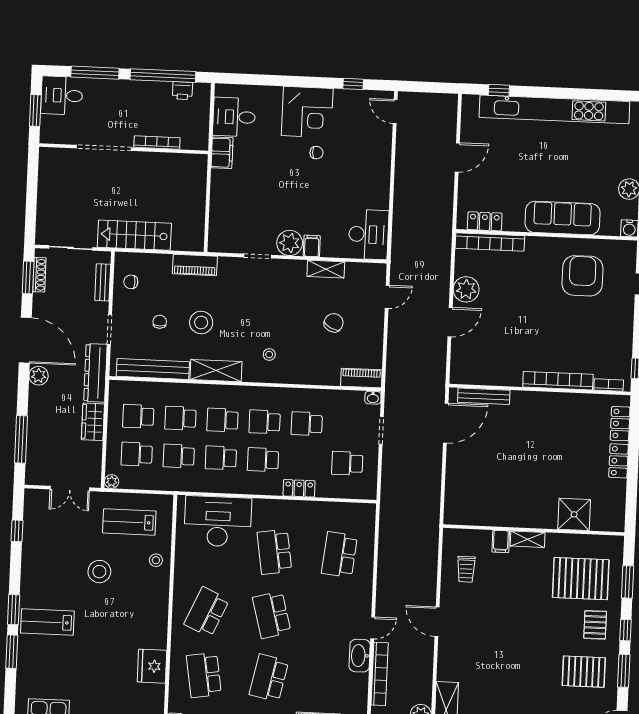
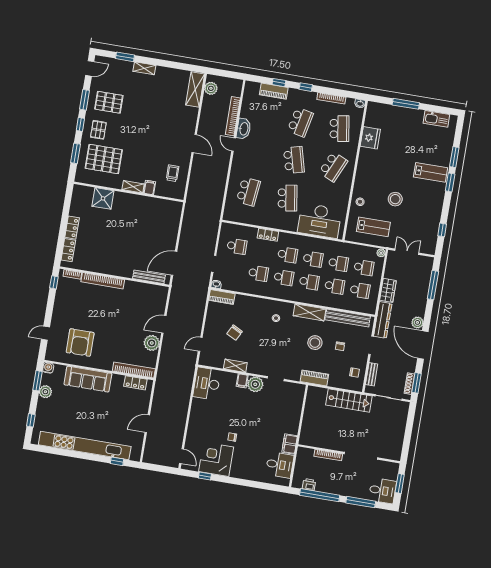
corner desk: (307, 112) -> (216, 459), moved
door: (373, 628) -> (234, 145), hinge flipped

